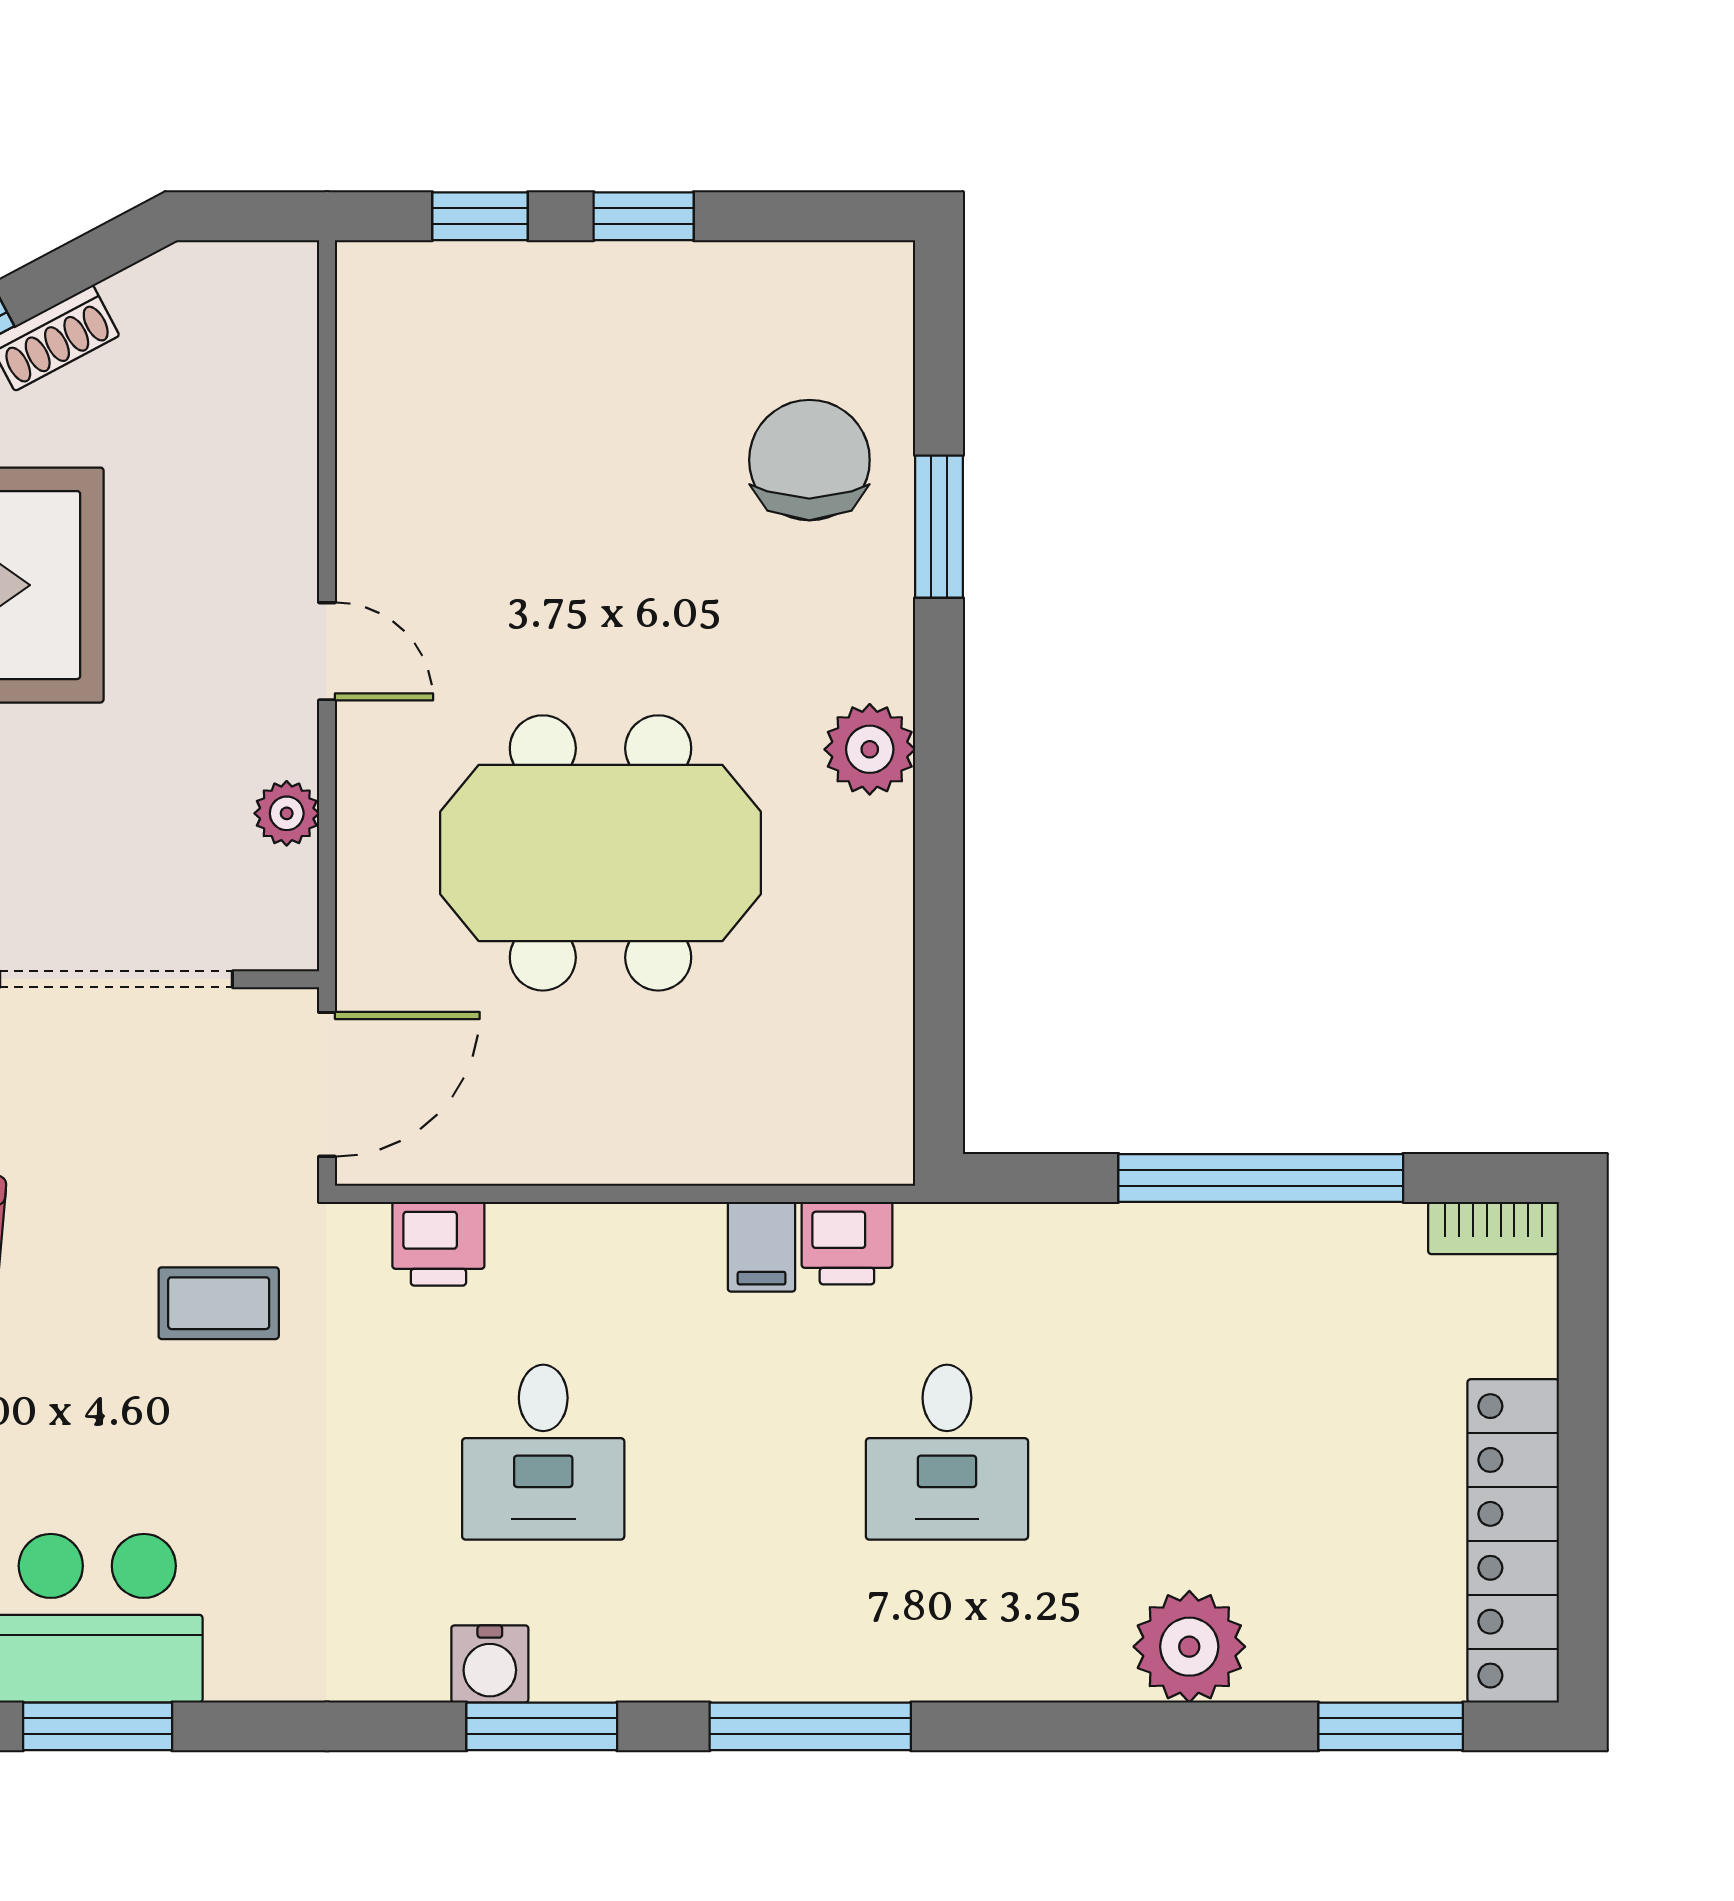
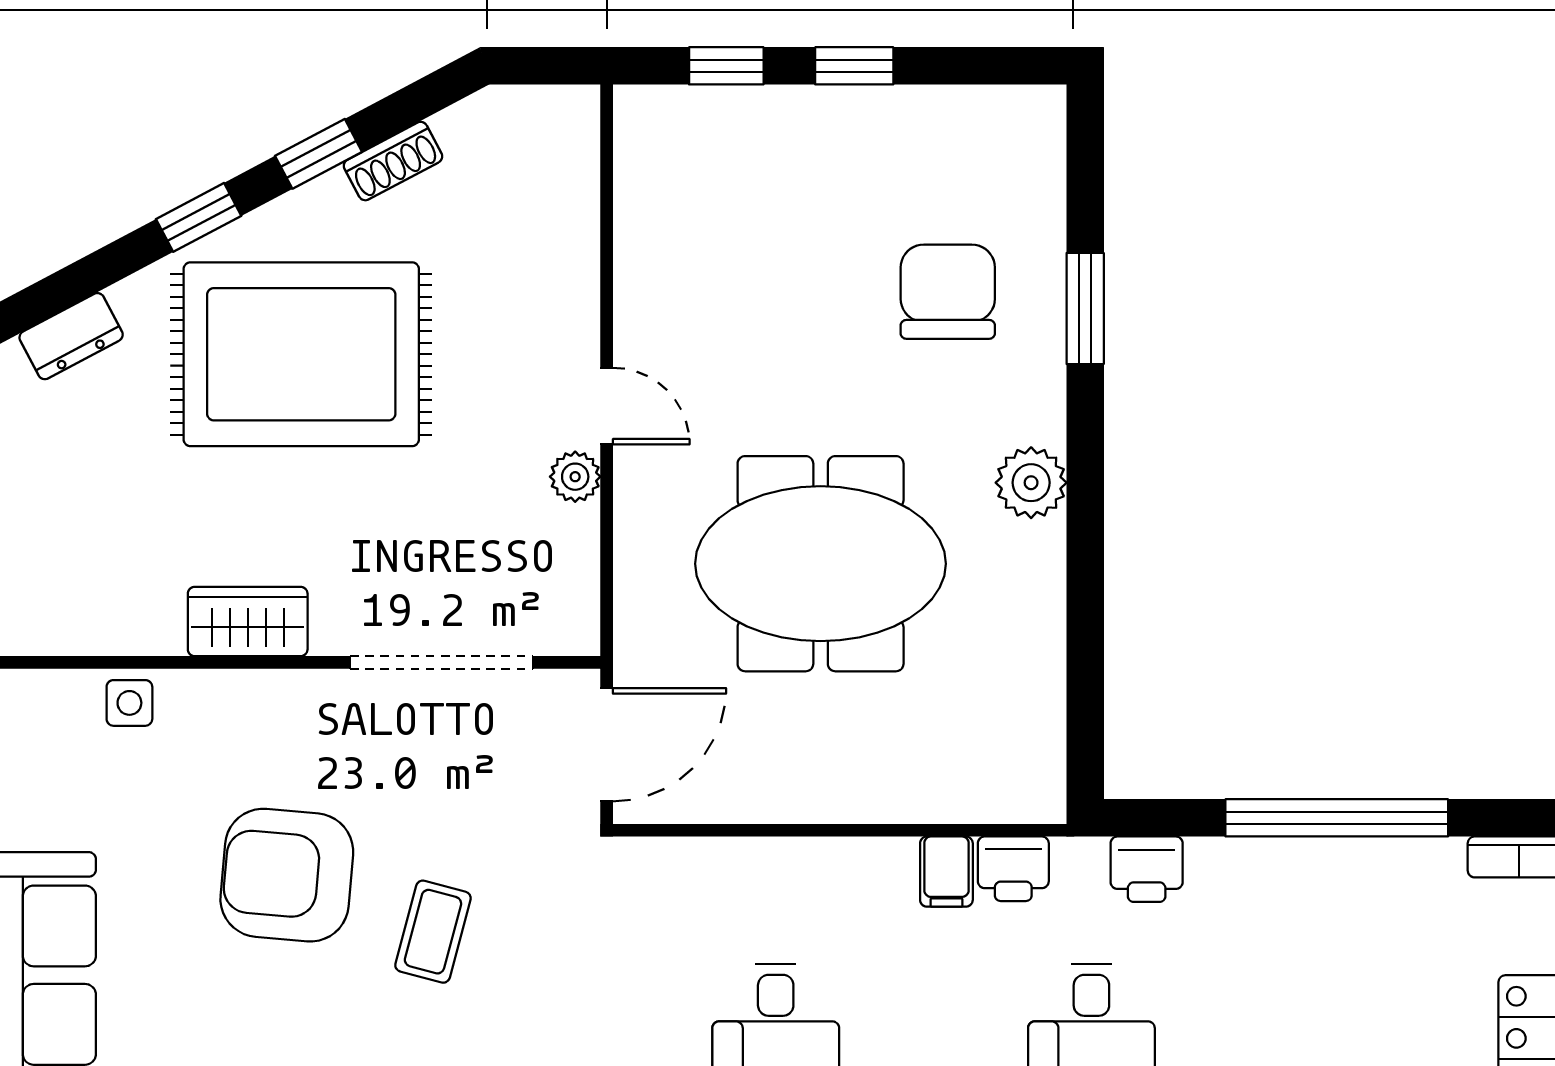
chair: (809, 460) -> (948, 292), moved
plant: (287, 813) -> (575, 477), moved
printer: (438, 1244) -> (1147, 869), moved
coffee table: (219, 1303) -> (433, 932), moved, turned -75

